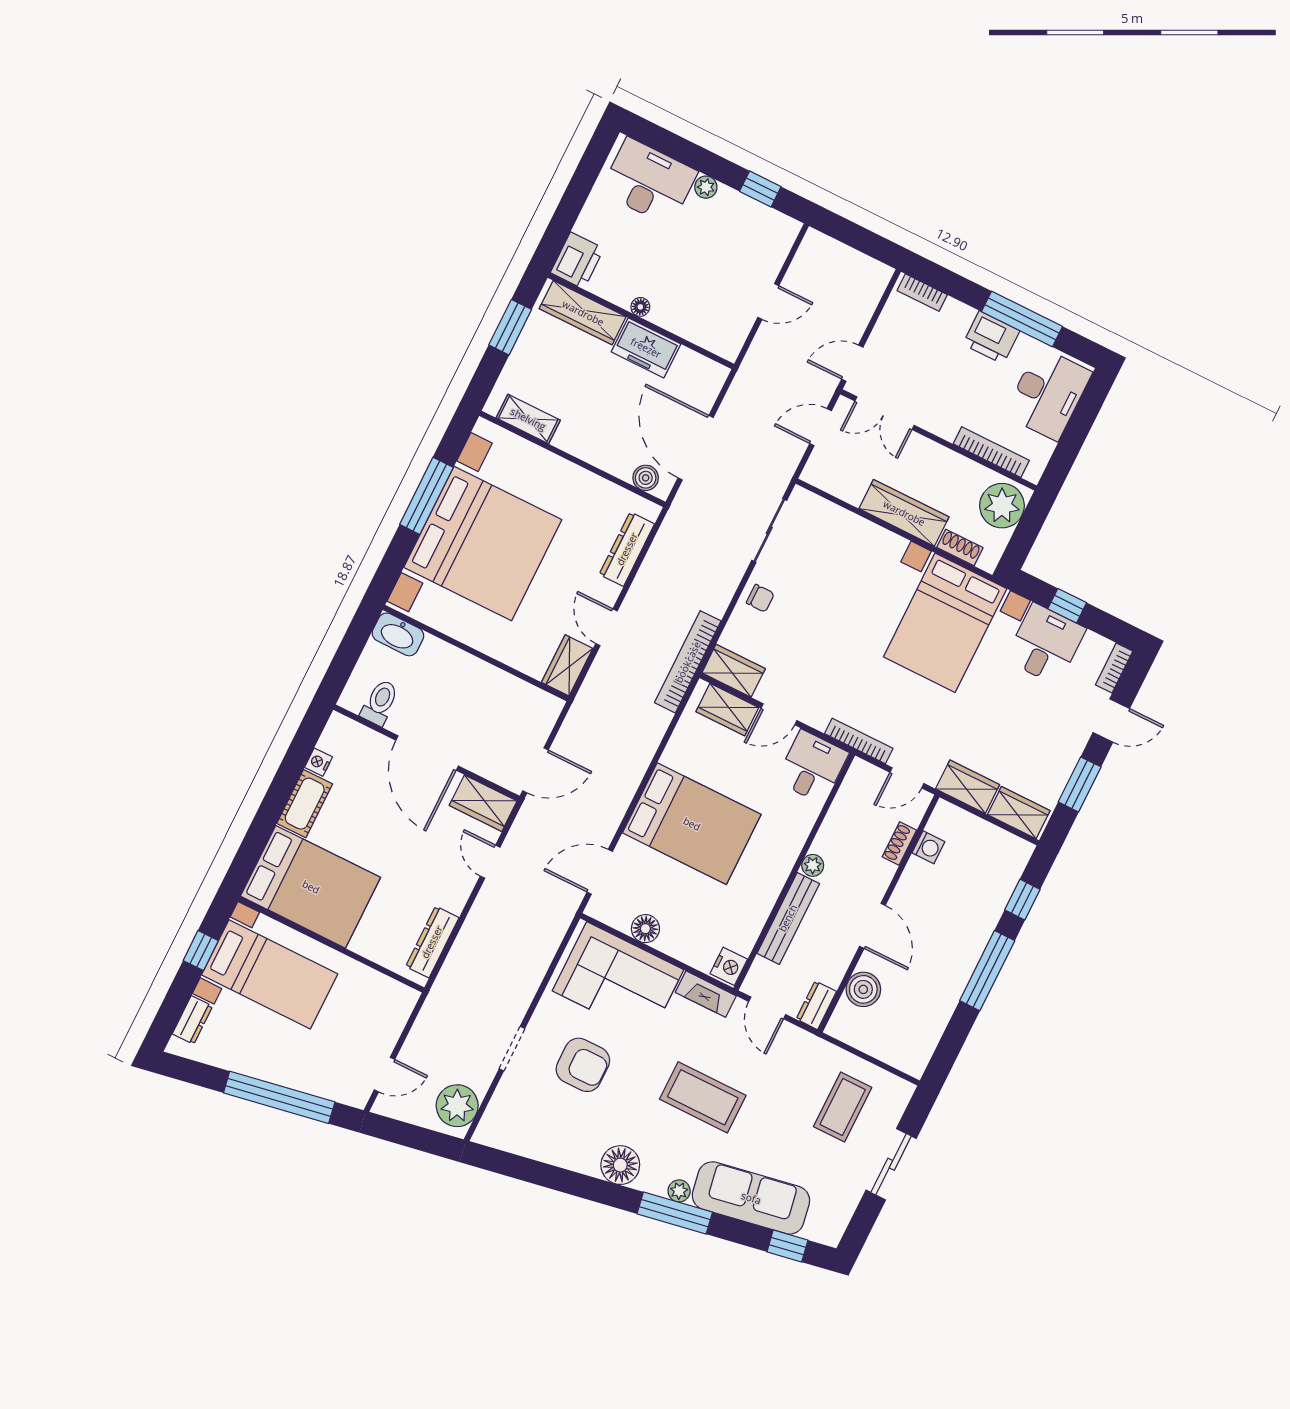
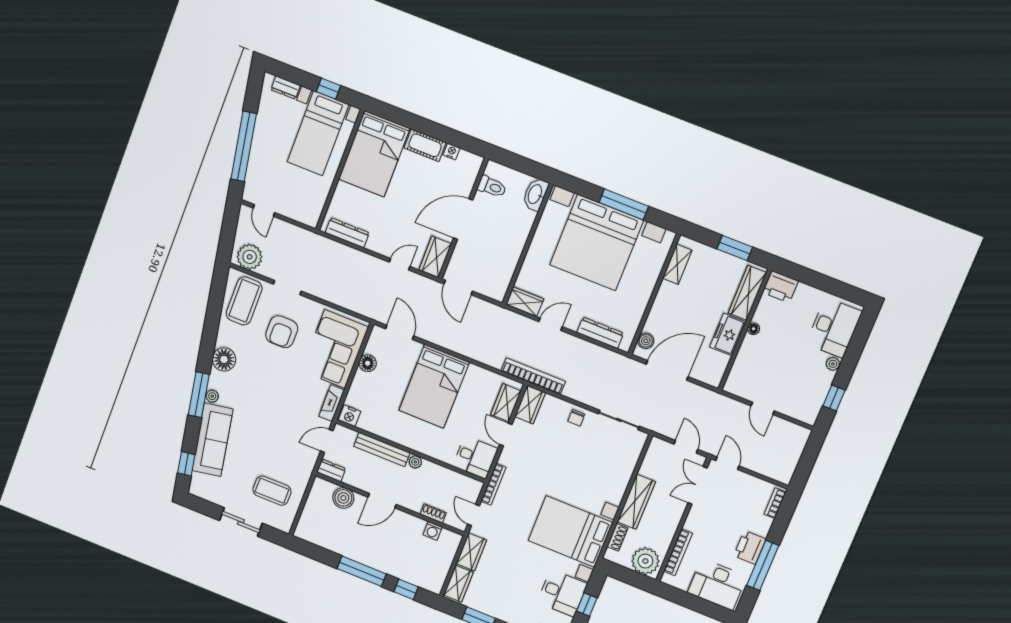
coffee table: (703, 1097) -> (244, 301), moved

